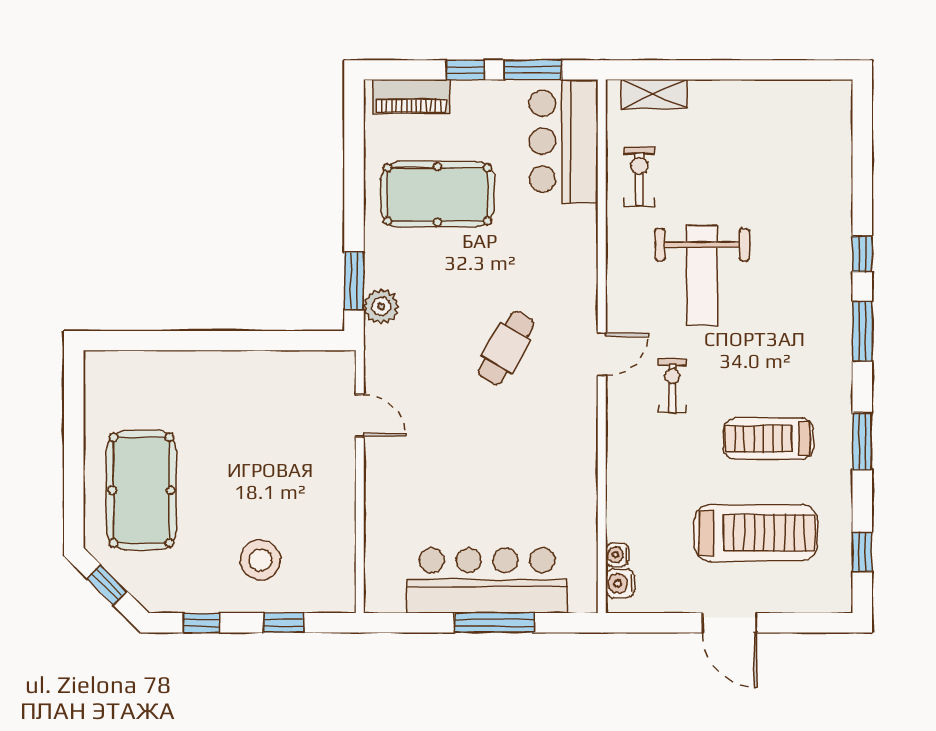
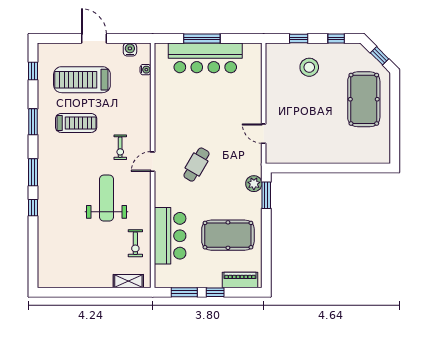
bar counter: (564, 141) -> (170, 236), moved
water cooler: (620, 583) -> (130, 49), moved, turned -90

